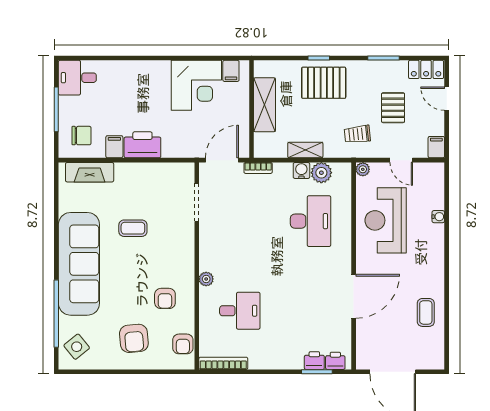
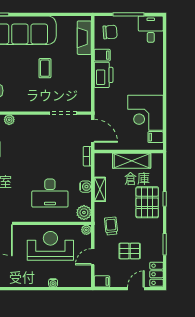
chair: (82, 136) -> (110, 32), turned -94
plant: (321, 173) -> (84, 213), moved

